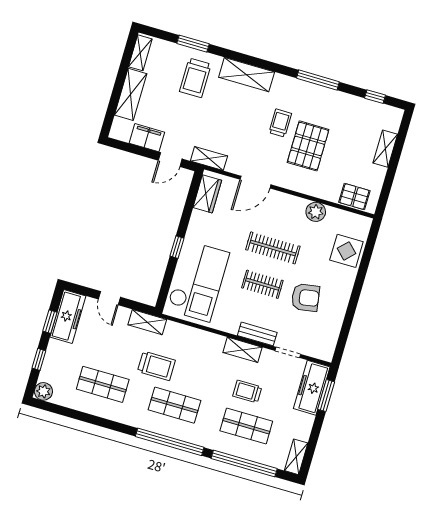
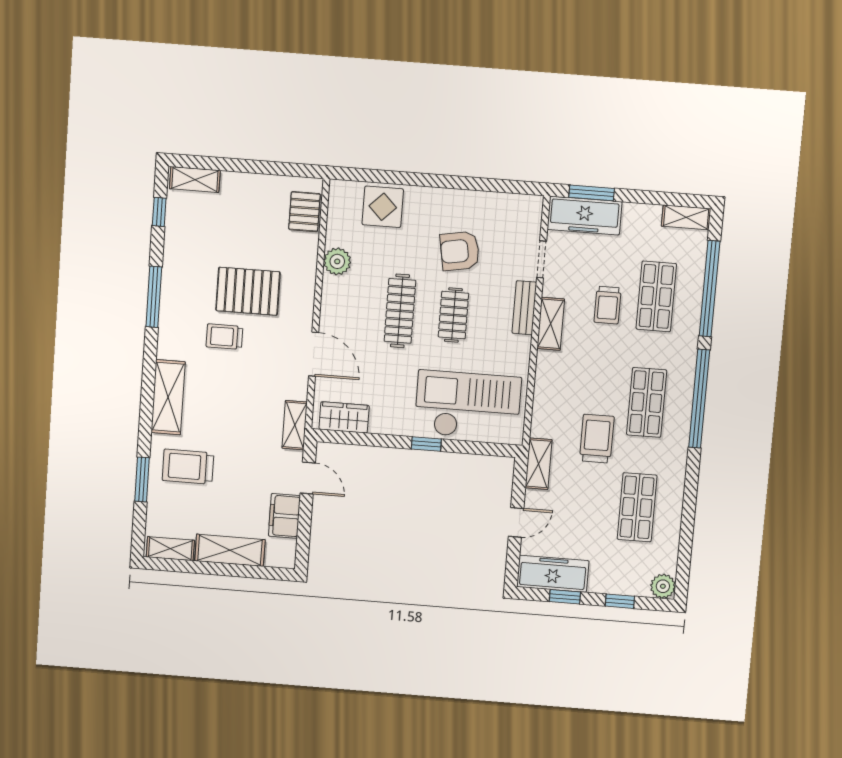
trolley: (195, 78) -> (188, 467), turned 180
shelving: (385, 149) -> (195, 180), moved
armchair: (305, 298) -> (460, 251), turned -91

